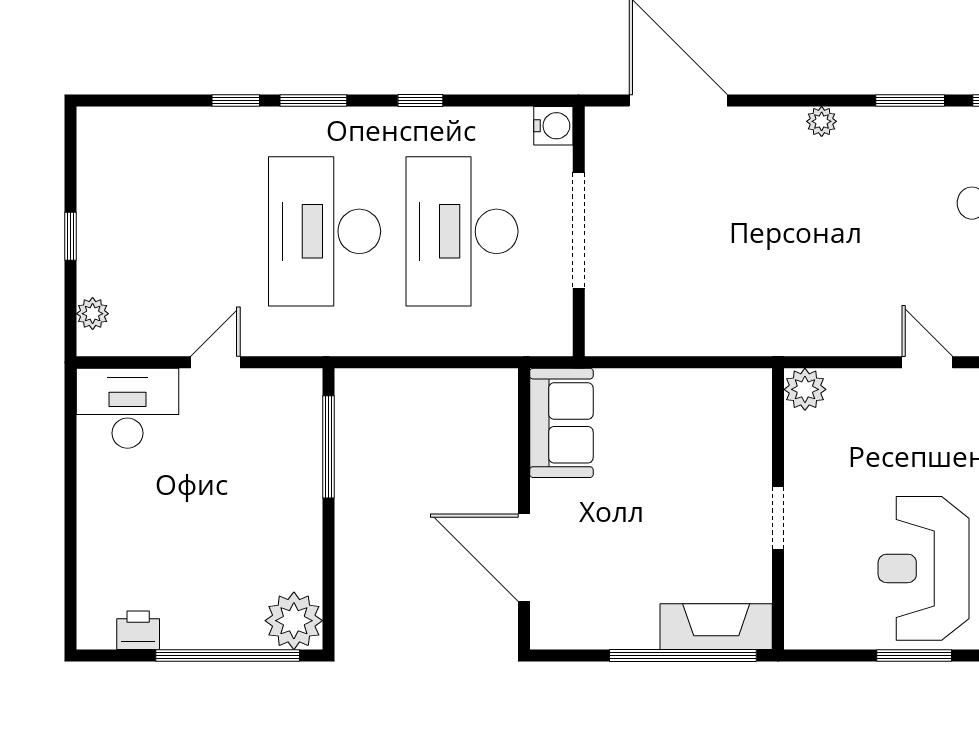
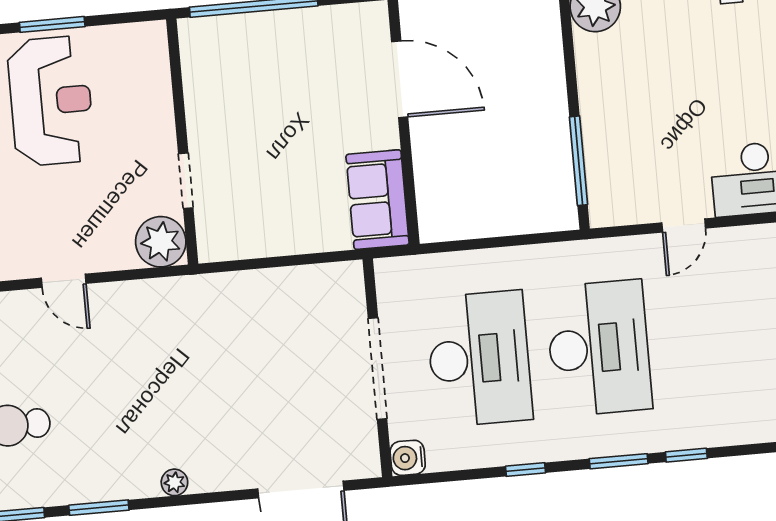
plant: (805, 389) -> (161, 242), width x1.36, depth x1.36
doorway: (778, 518) -> (186, 181), moved
fireplace: (716, 627) -> (227, 34), removed

